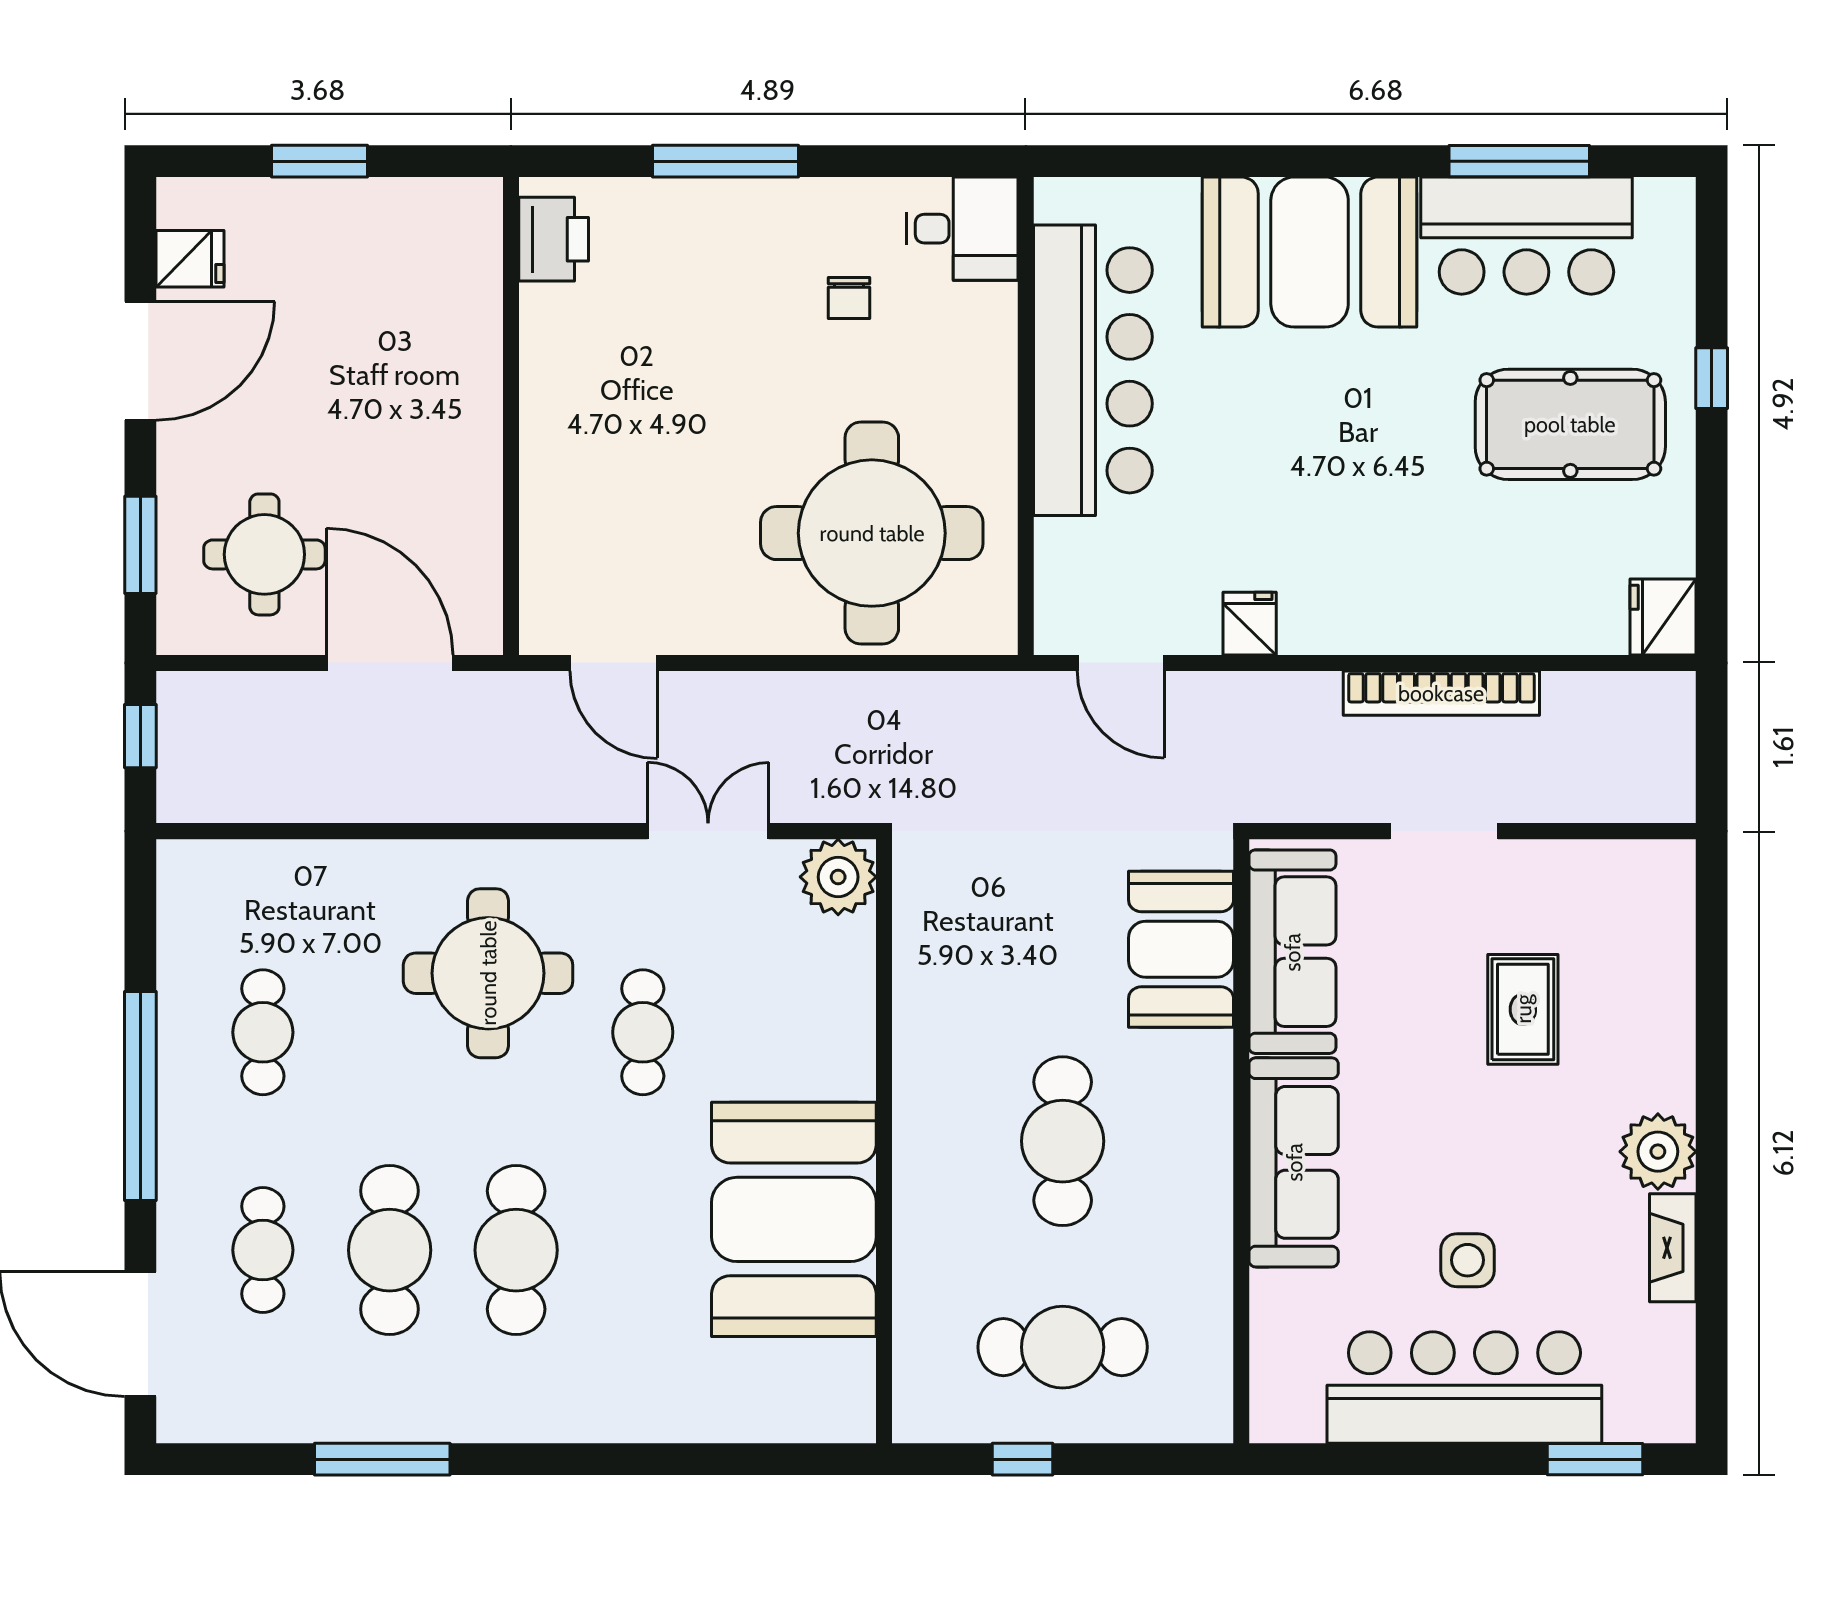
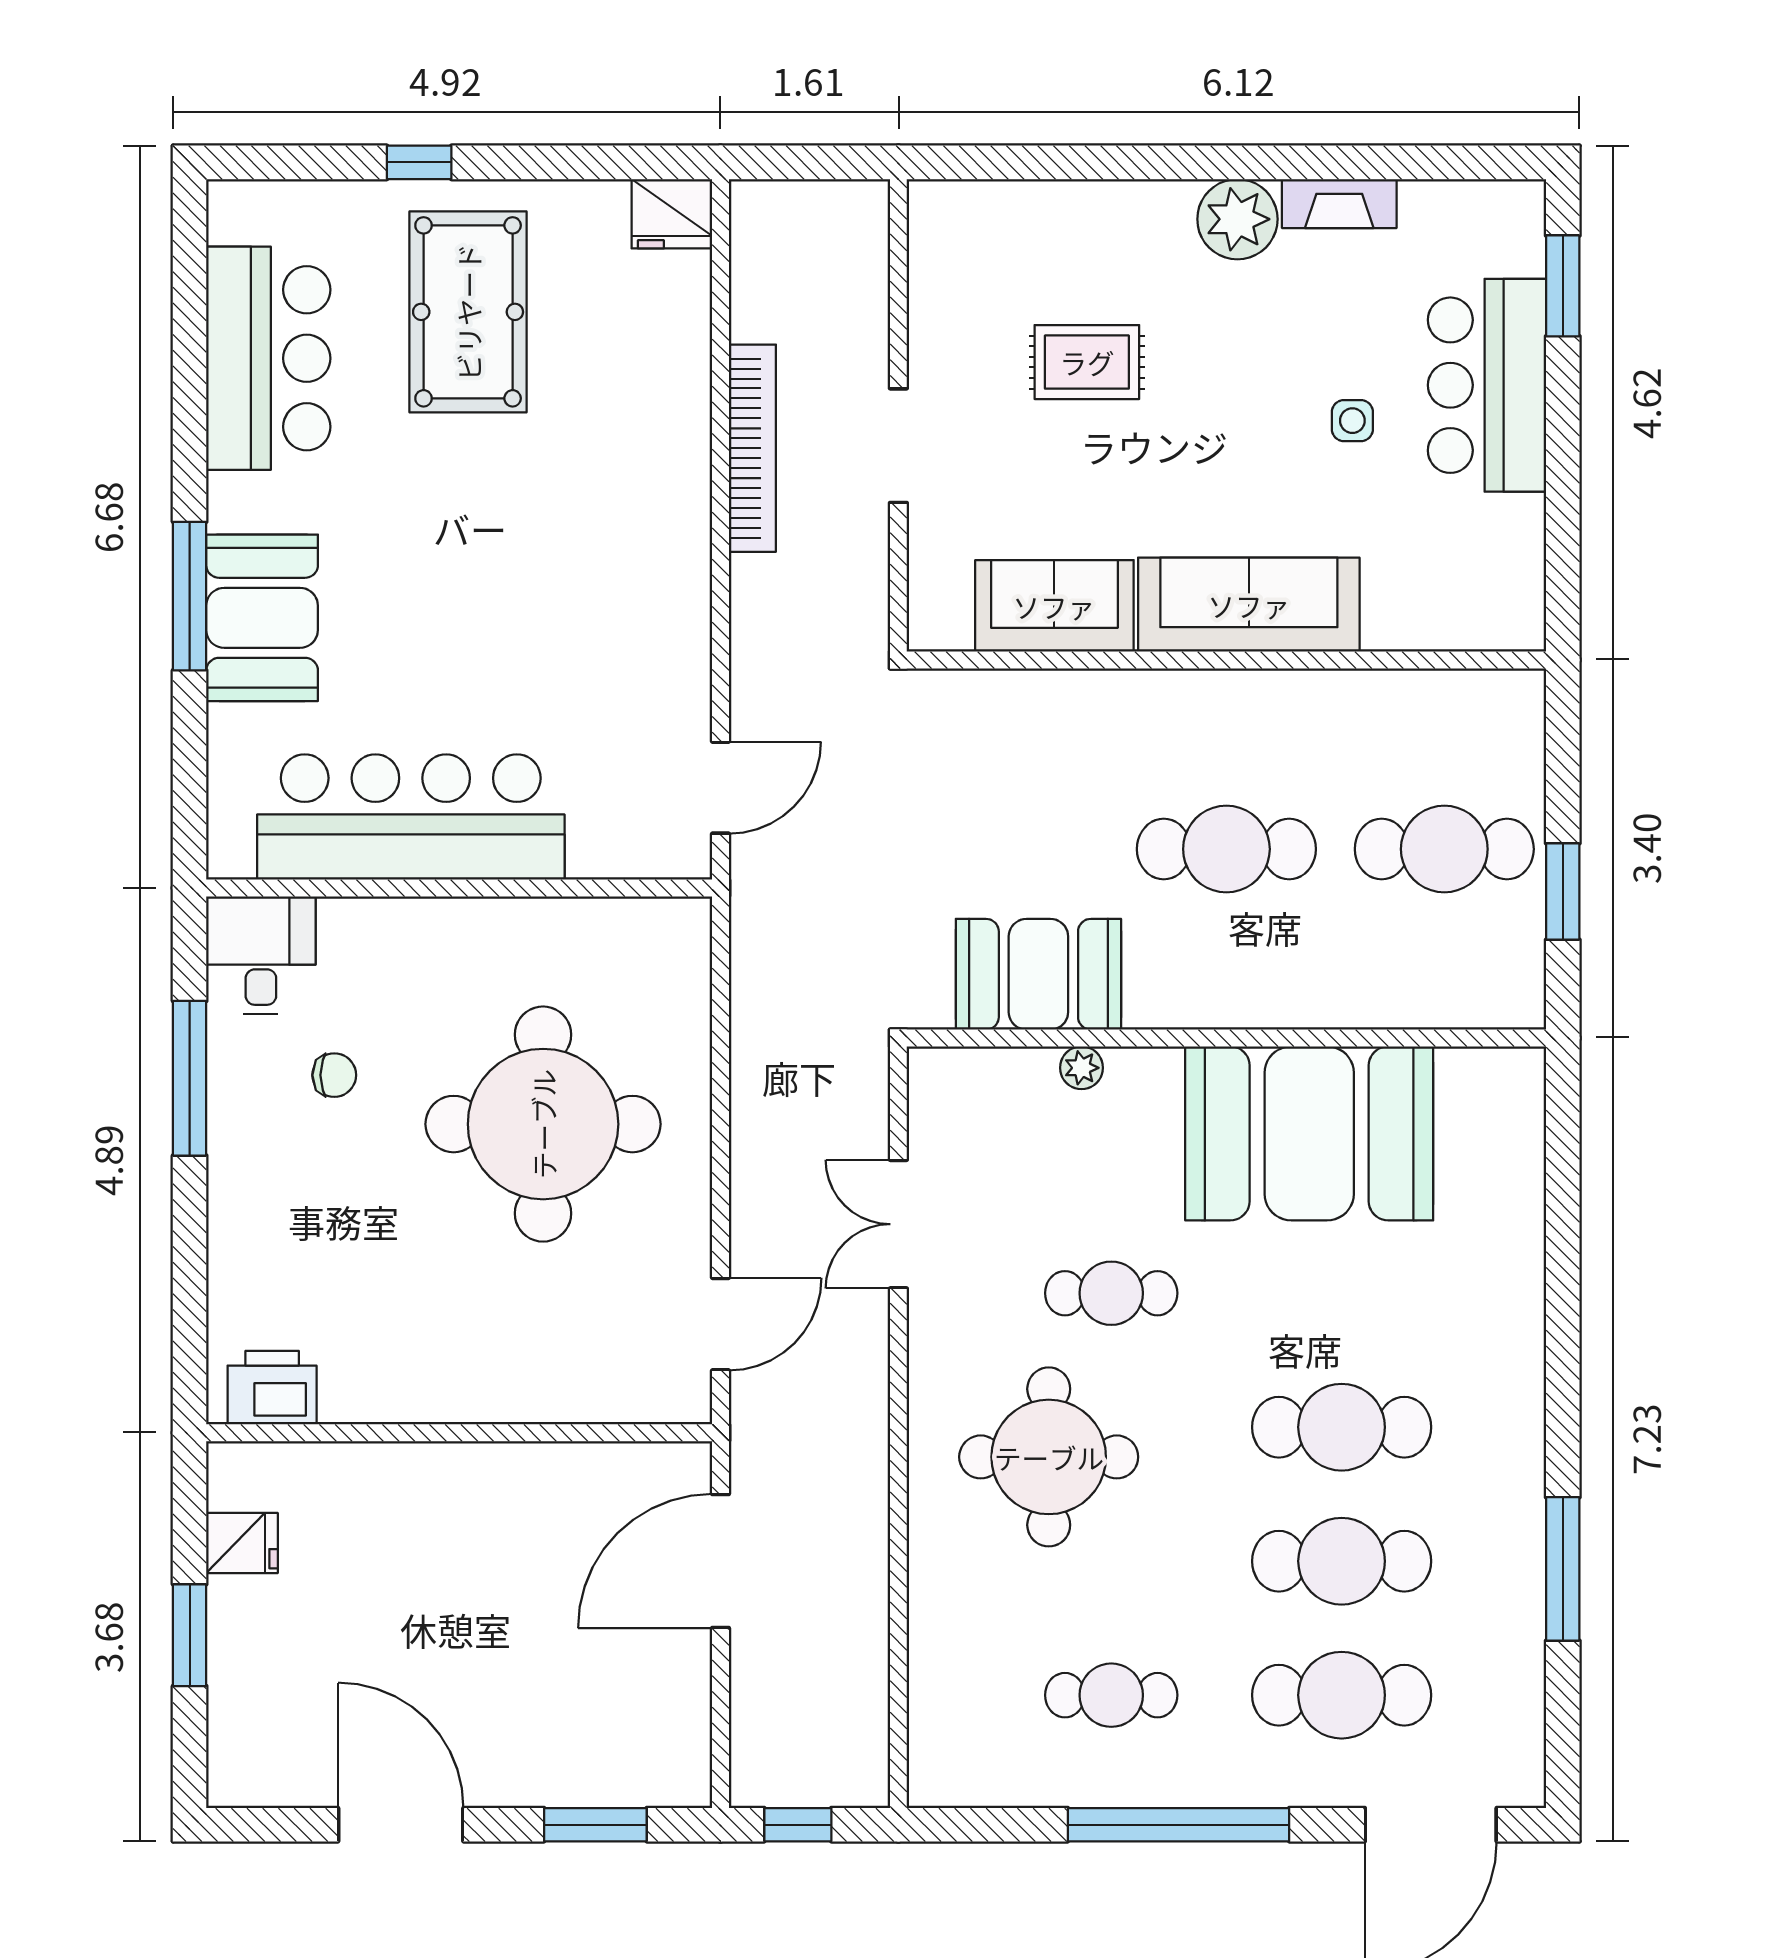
window: (726, 161) -> (190, 1078), moved
window: (1519, 161) -> (190, 596), moved
booth: (1310, 252) -> (262, 618), width x0.73, depth x0.70
fridge: (190, 259) -> (242, 1543), moved, turned 90
round table: (872, 533) -> (543, 1124), moved
round table: (264, 554) -> (606, 1694), removed
fridge: (1250, 624) -> (679, 651), removed
plant: (838, 877) -> (1081, 1068), moved, width x0.53, depth x0.53
booth: (1181, 949) -> (1038, 974), moved
sofa: (1292, 952) -> (1054, 606), width x0.73
cafe table: (263, 1250) -> (1342, 1695), width x1.37, depth x1.35
side table: (1467, 1260) -> (1352, 421), width x0.73, depth x0.73
cafe table: (1063, 1347) -> (1444, 849), turned 90
bar counter: (1464, 1387) -> (1487, 385), width x0.73
window: (1022, 1459) -> (1563, 892), width x1.50

